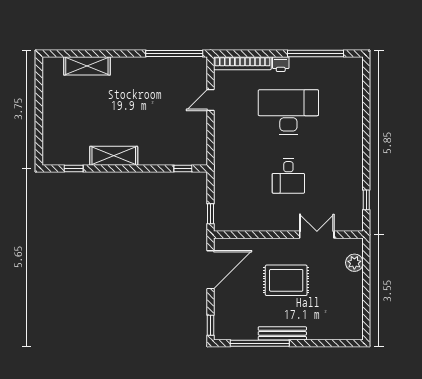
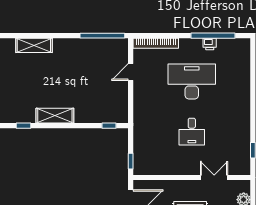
printer: (281, 64) -> (210, 44), moved

